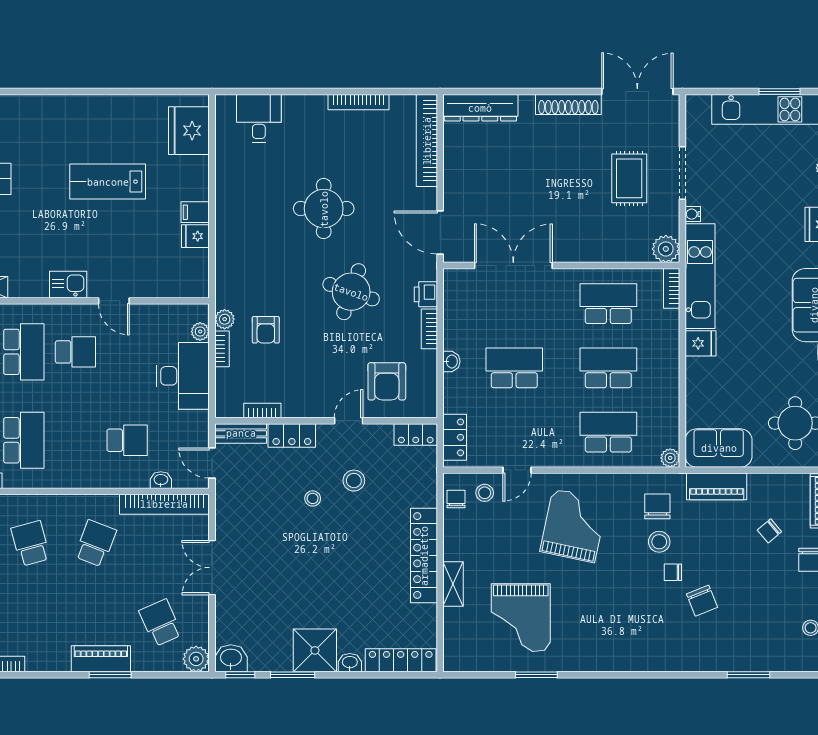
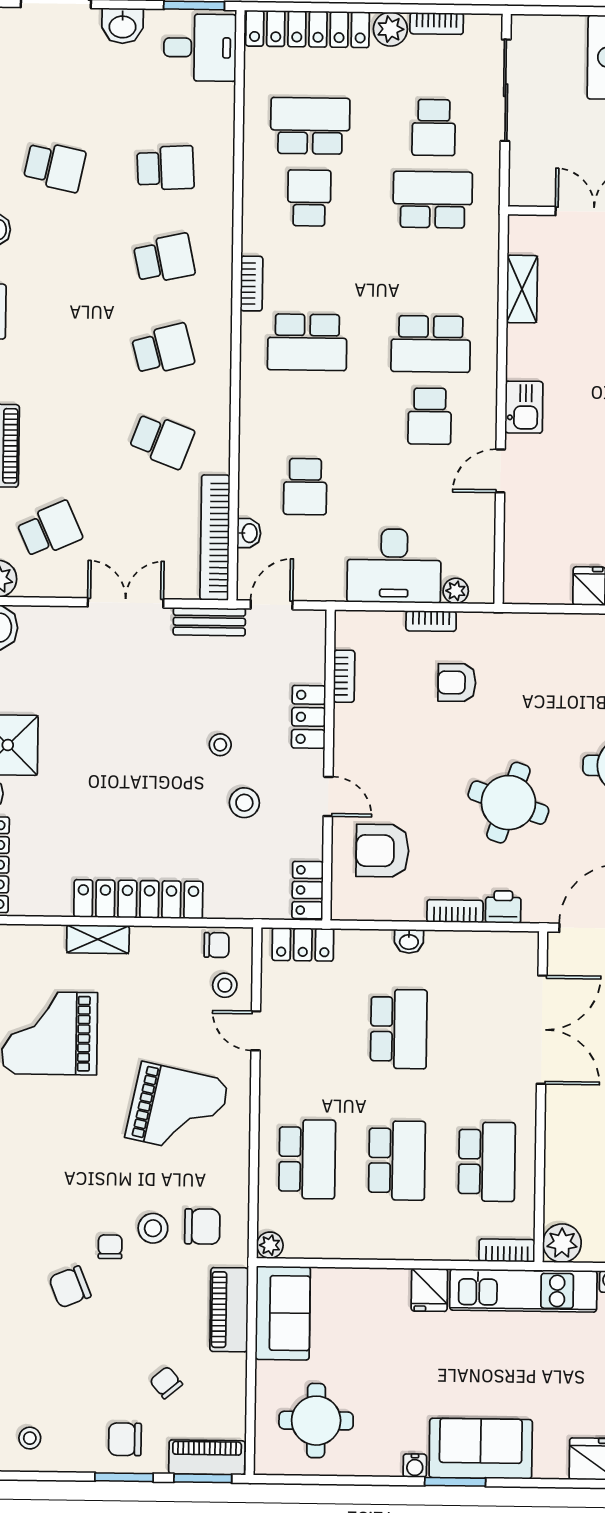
plant: (225, 319) -> (472, 625), removed
bench: (241, 433) -> (209, 622), moved, turned 90

